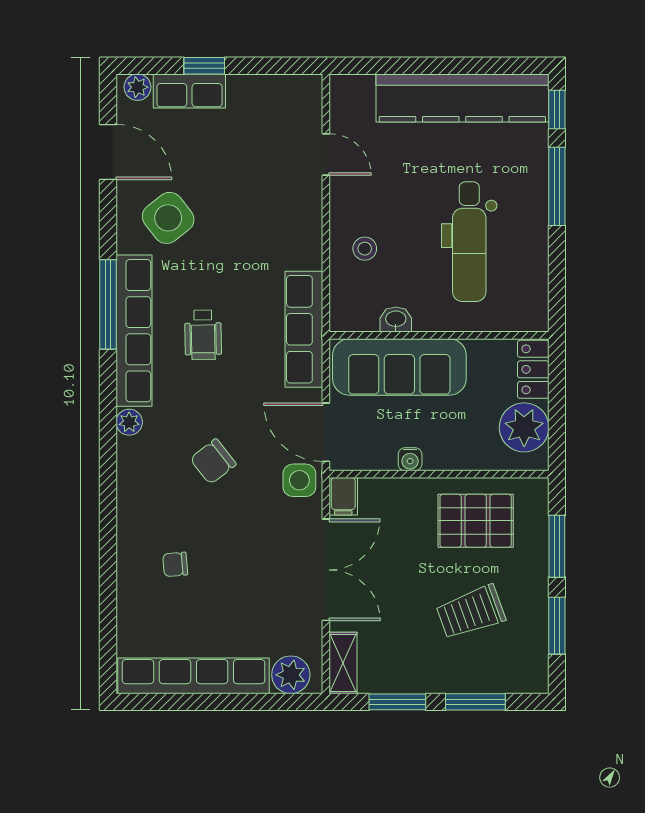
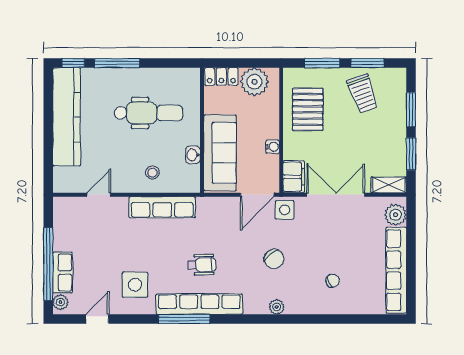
window: (204, 66) -> (48, 264), width x3.17
door: (108, 152) -> (97, 319), width x0.73
side table: (168, 218) -> (135, 285), turned 38
row of seats: (304, 329) -> (162, 207), moved
plant: (129, 422) -> (277, 307), moved
filing cabinet: (343, 496) -> (294, 177), width x2.00
chair: (175, 564) -> (333, 281), turned -111
trolley: (471, 612) -> (363, 94), moved

